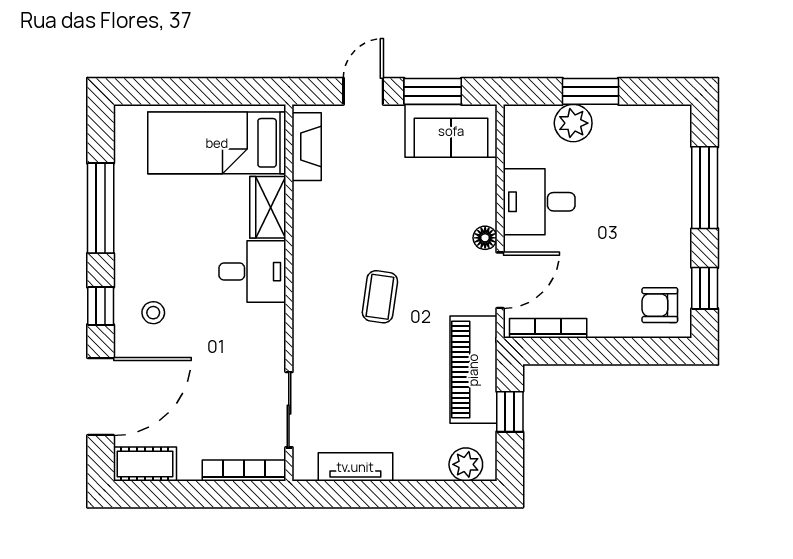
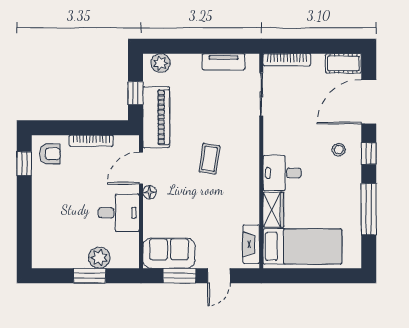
window: (705, 188) -> (24, 221), removed
bookcase: (548, 328) -> (91, 141), moved

